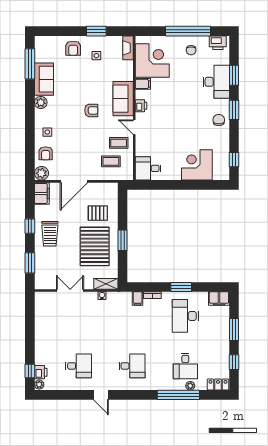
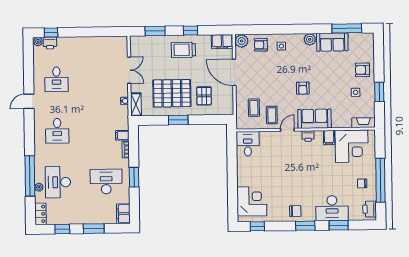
corner desk: (197, 165) -> (252, 201), moved
desk: (185, 366) -> (58, 182), width x1.37

